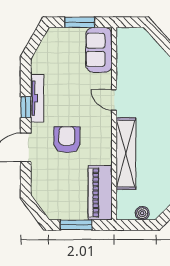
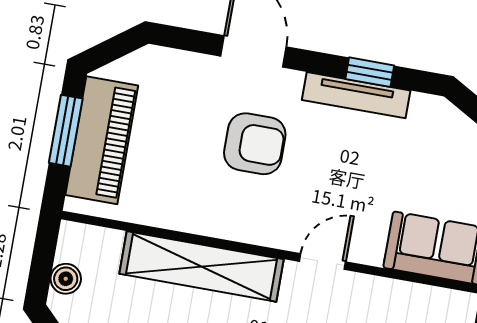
window: (26, 107) -> (370, 72), moved
piano: (100, 193) -> (102, 140), moved, turned 90

